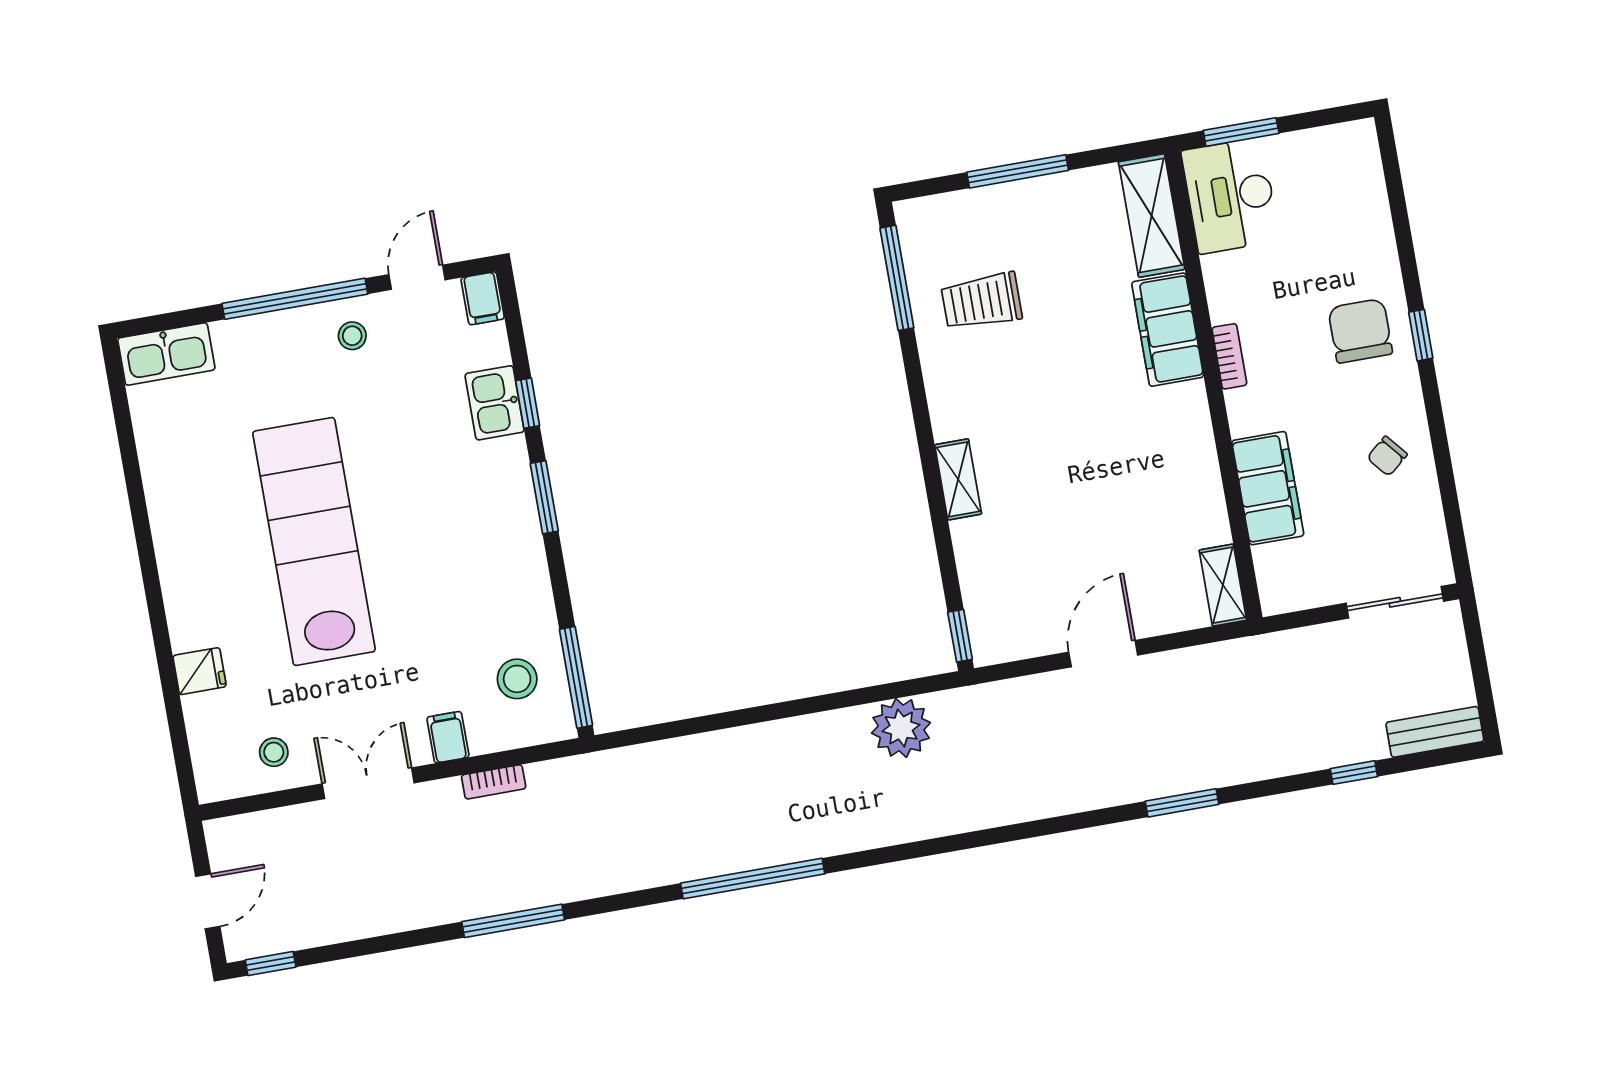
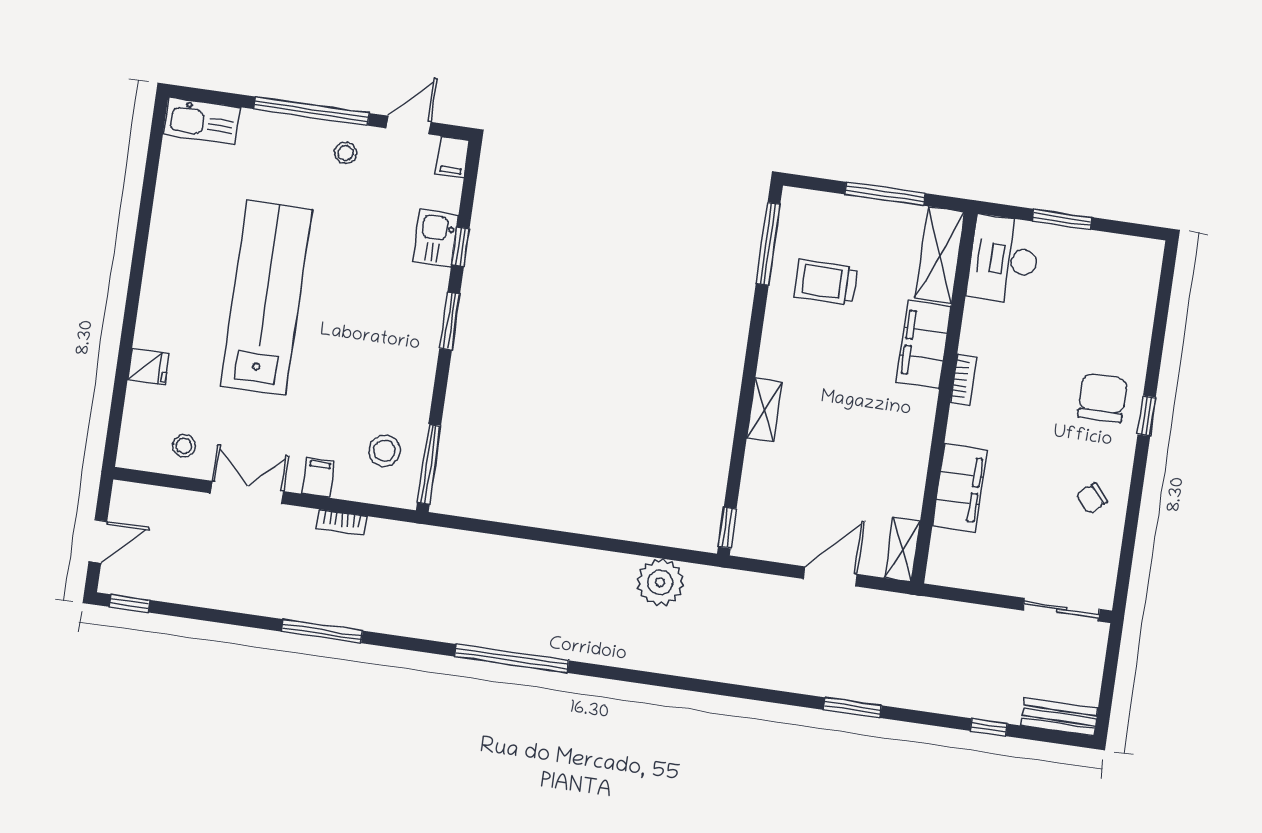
desk: (1230, 196) -> (1004, 259), moved
shelving: (1152, 216) -> (940, 255), moved
filing cabinet: (1168, 330) -> (924, 344), moved
bookcase: (1229, 356) -> (963, 380), moved
wall: (1214, 386) -> (944, 398), moved
filing cabinet: (1268, 488) -> (960, 488), moved
shelving: (1223, 585) -> (902, 550), moved

